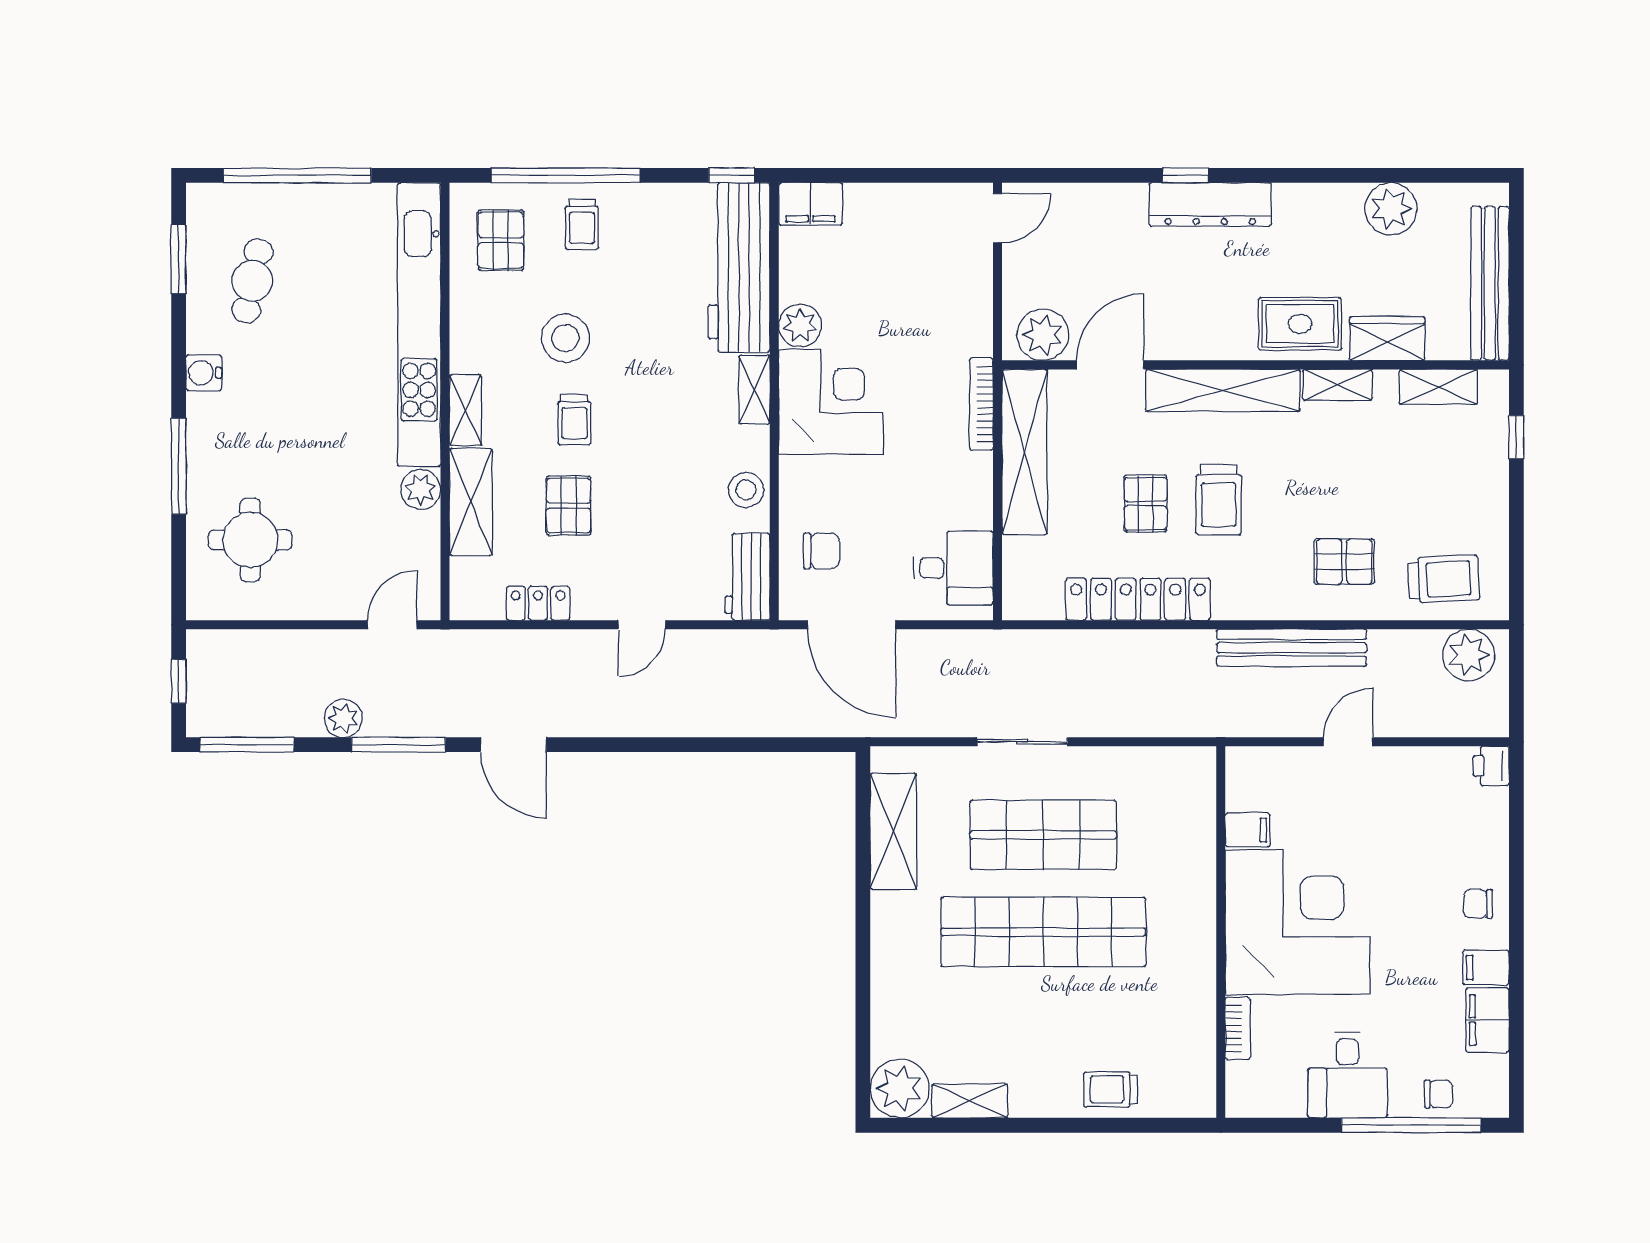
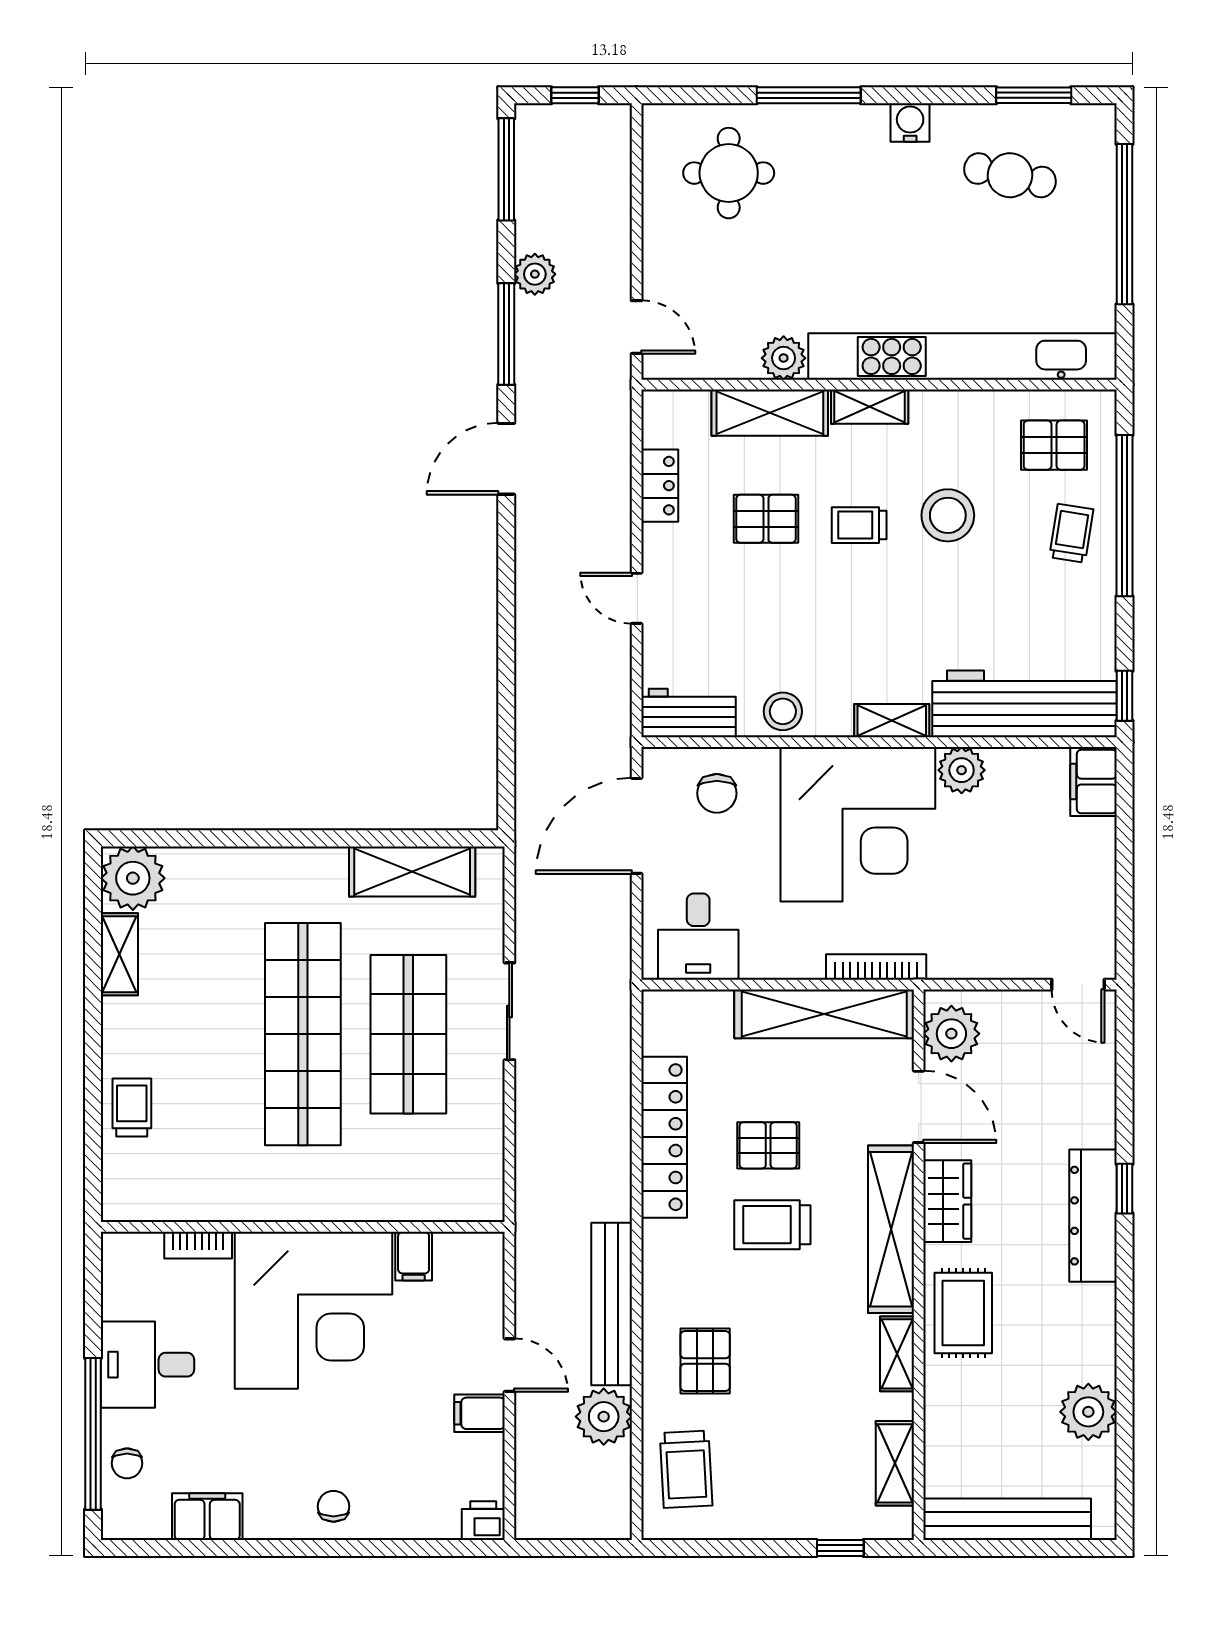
trolley: (582, 224) -> (1071, 533), turned 99
wardrobe: (1387, 339) -> (947, 1201), moved
corner desk: (831, 402) -> (858, 824), width x1.36, depth x1.36
plant: (1469, 655) -> (604, 1417), moved
filing cabinet: (1486, 967) -> (480, 1413), moved, turned -90

